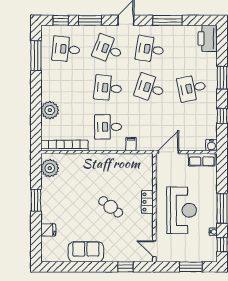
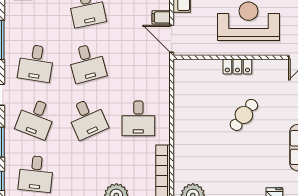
desk: (108, 88) -> (87, 118), turned -30
desk: (150, 88) -> (87, 63), turned -33
filing cabinet: (131, 144) -> (161, 17), moved

